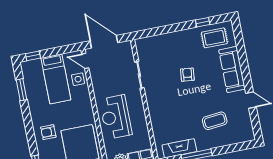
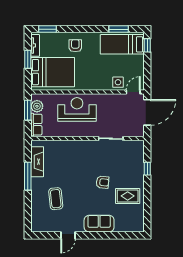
window: (203, 22) -> (147, 169), moved
rug: (214, 38) -> (128, 196), moved, turned 90
sofa: (232, 70) -> (99, 224), width x0.73
bed: (56, 79) -> (122, 44), moved

